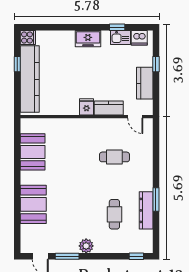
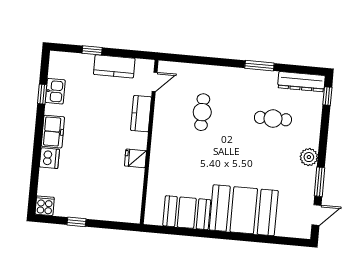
dishwasher: (139, 38) -> (49, 158), moved
kitchen counter: (30, 79) -> (96, 208), removed
fridge: (87, 107) -> (135, 158), moved
booth: (33, 204) -> (244, 210), width x1.36, depth x1.42
dresser: (146, 210) -> (301, 82), moved

